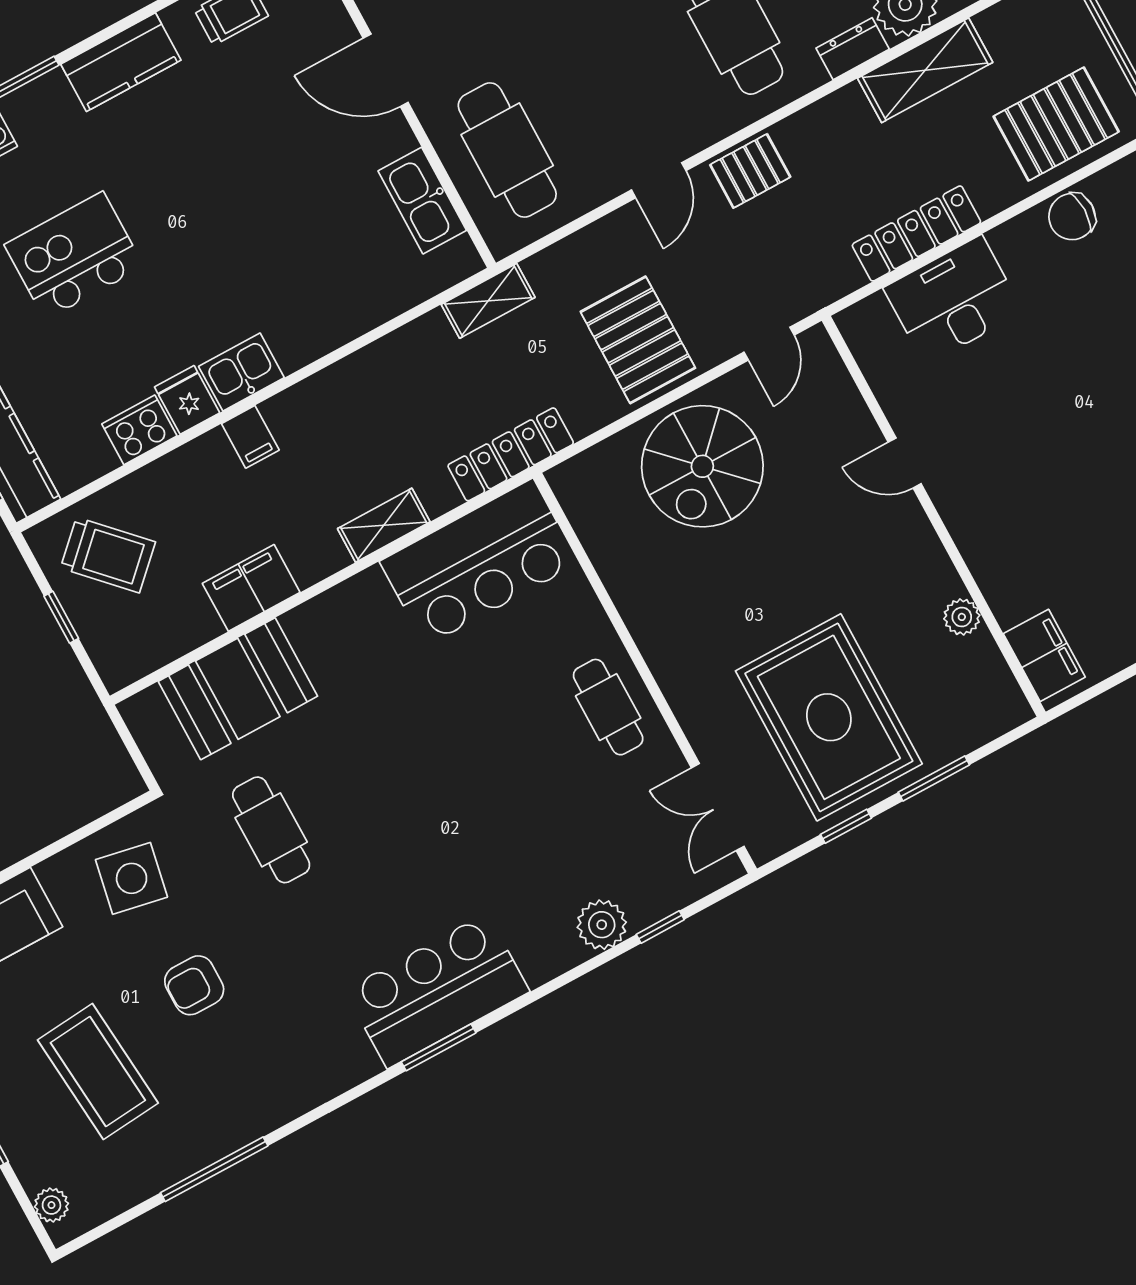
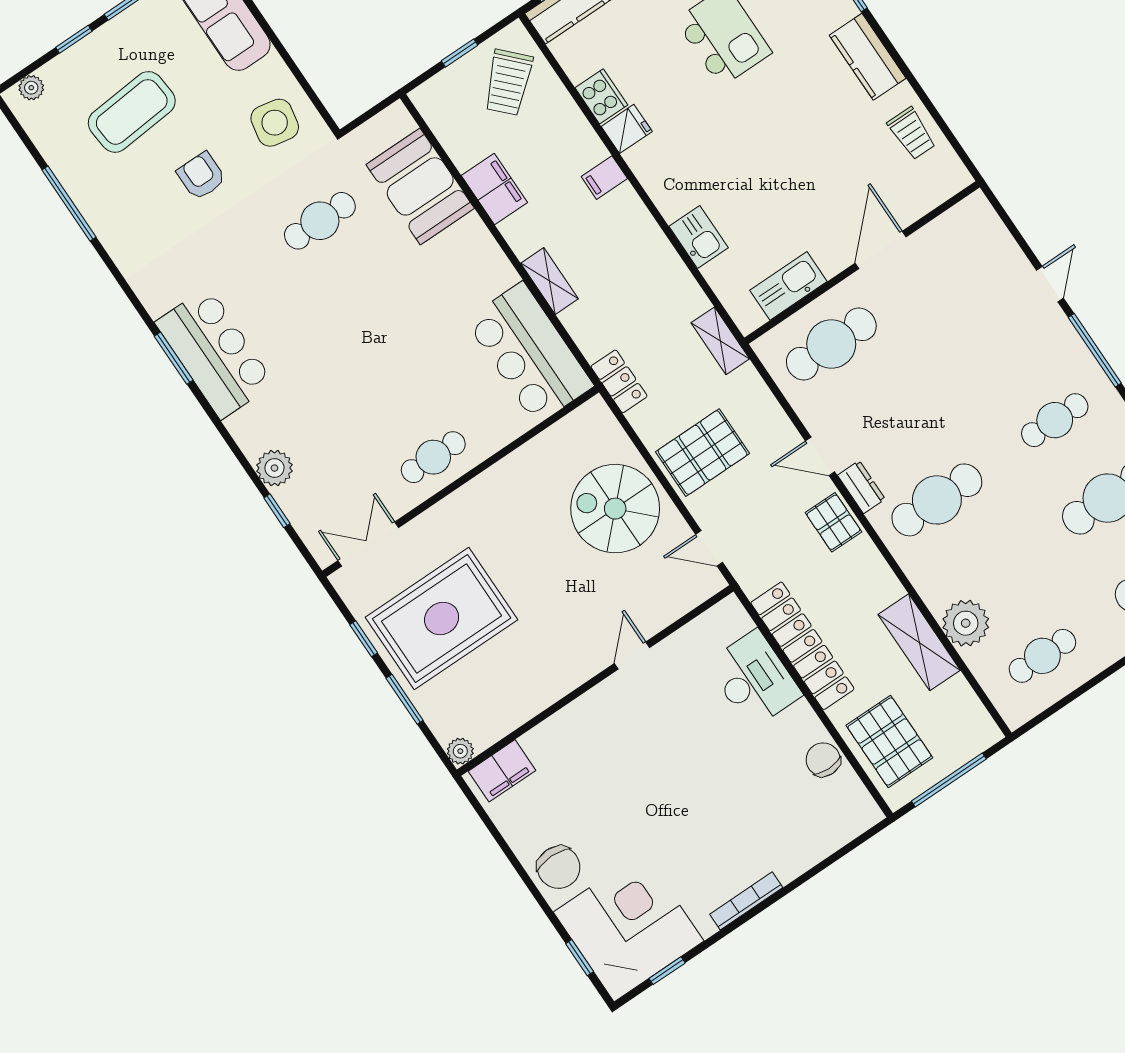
dresser: (853, 49) -> (861, 487), moved
locker: (916, 234) -> (802, 646), width x1.41, depth x1.21
kitchen sink: (241, 372) -> (699, 237), moved
locker: (511, 454) -> (619, 381), width x0.66
plant: (962, 617) -> (460, 751), moved

